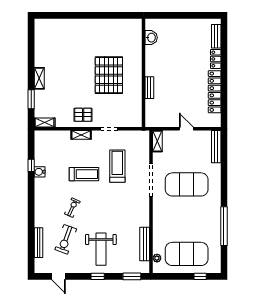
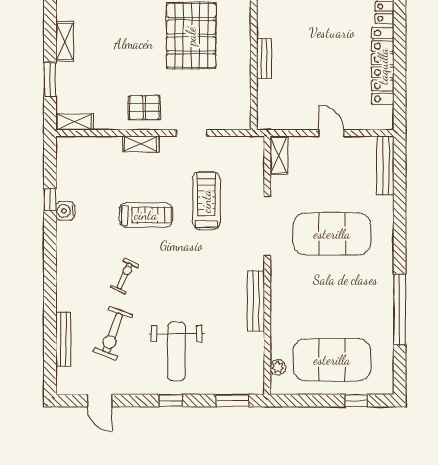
bench: (145, 244) -> (256, 301), moved

